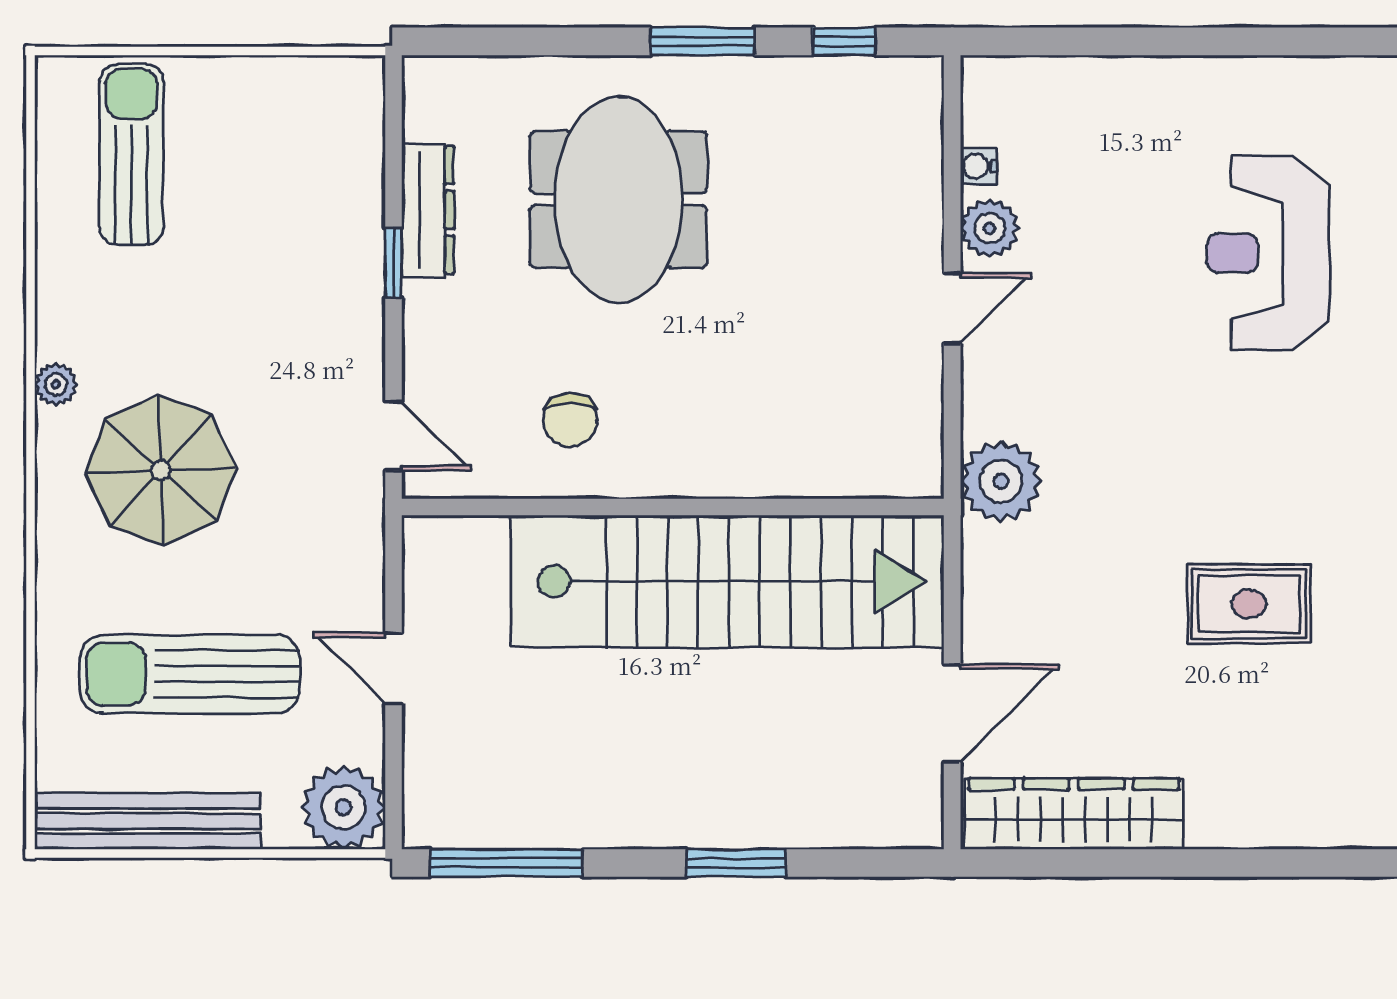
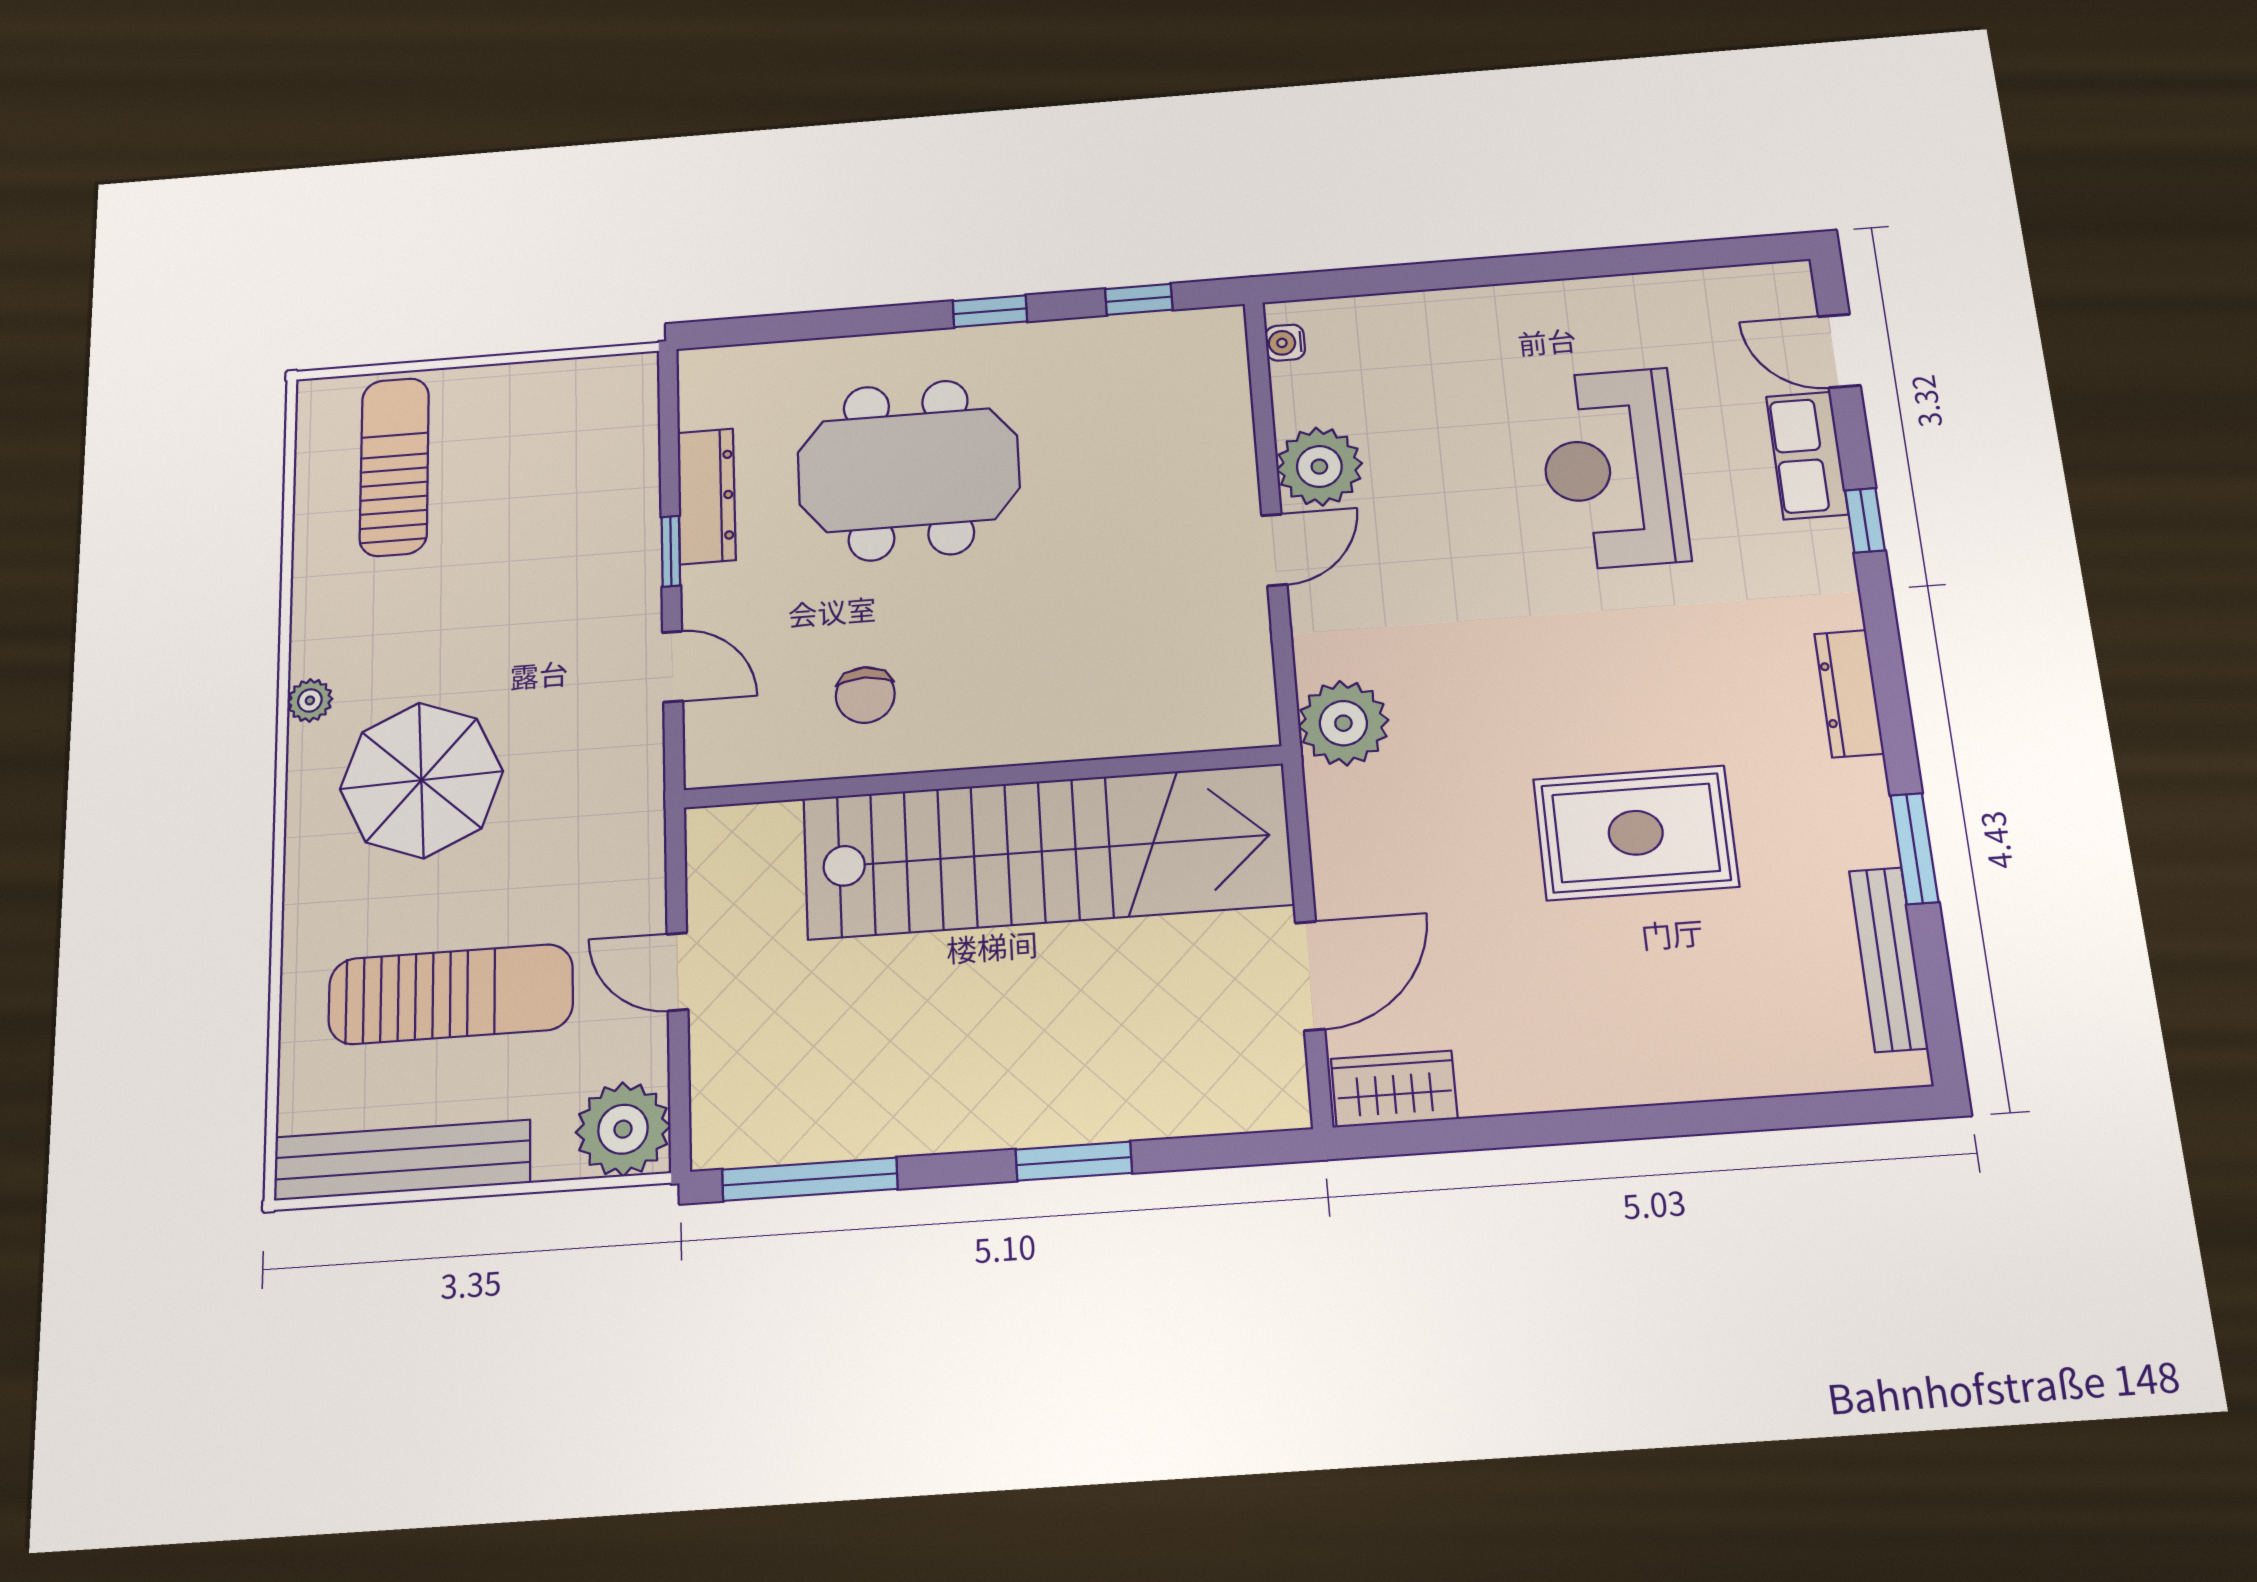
window: (702, 41) -> (990, 311), width x0.67
water cooler: (978, 166) -> (1285, 343), moved
meeting table: (618, 199) -> (908, 470), turned 90
plant: (989, 228) -> (1319, 467), width x1.36, depth x1.36
door: (393, 436) -> (673, 667), moved
rug: (1249, 604) -> (1636, 833), width x1.36, depth x1.43
sun lounger: (190, 674) -> (451, 994), turned 180
wardrobe: (1074, 814) -> (1394, 1089), width x0.48, depth x0.85

